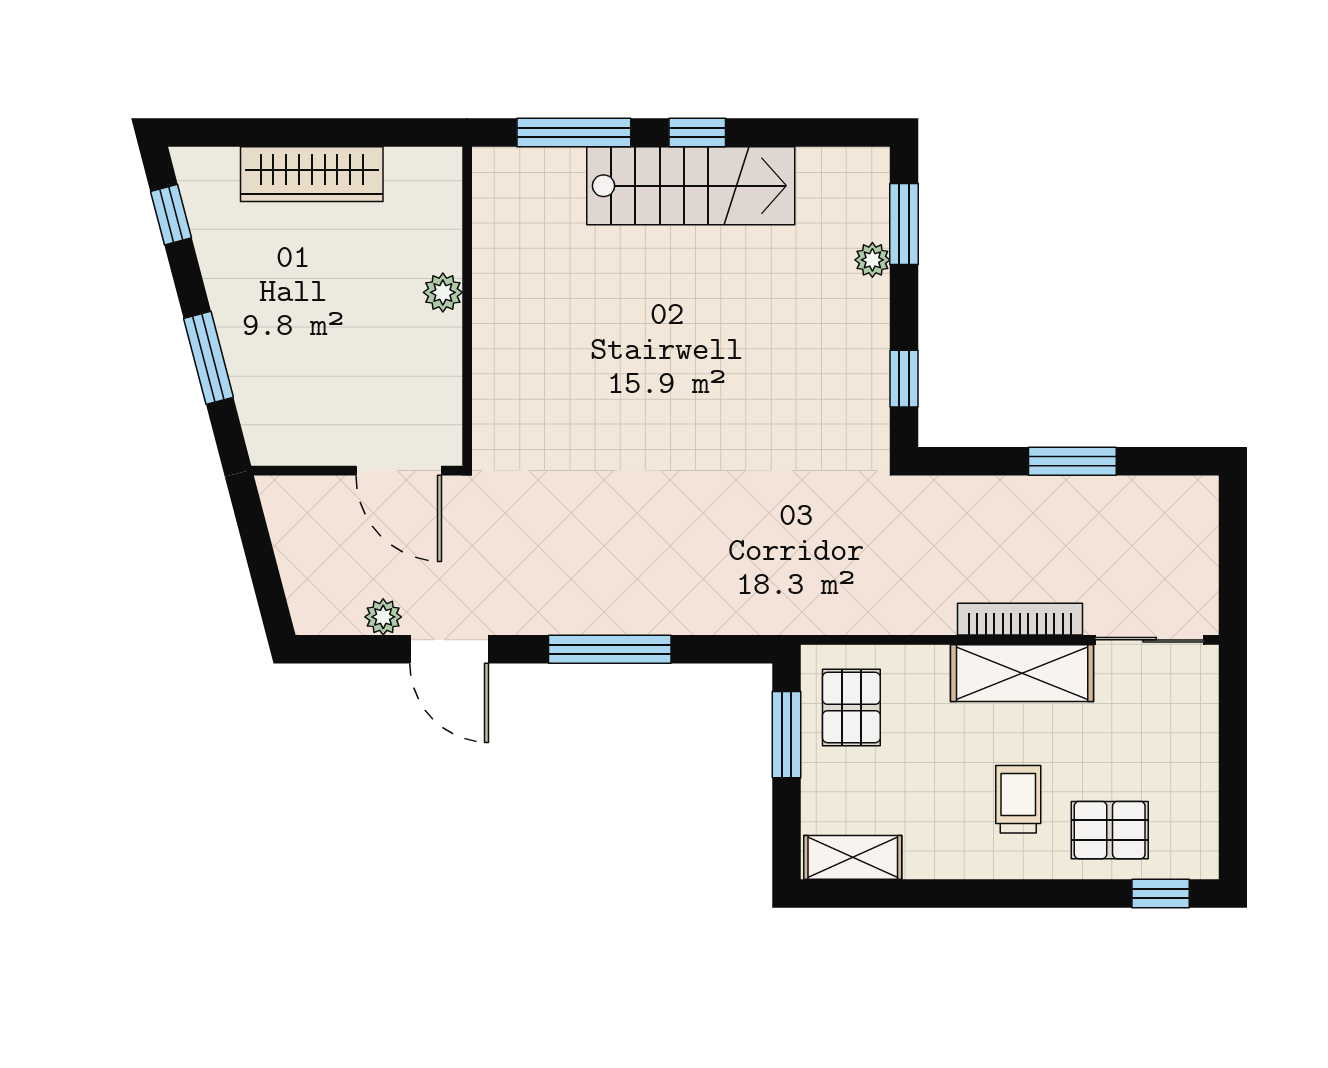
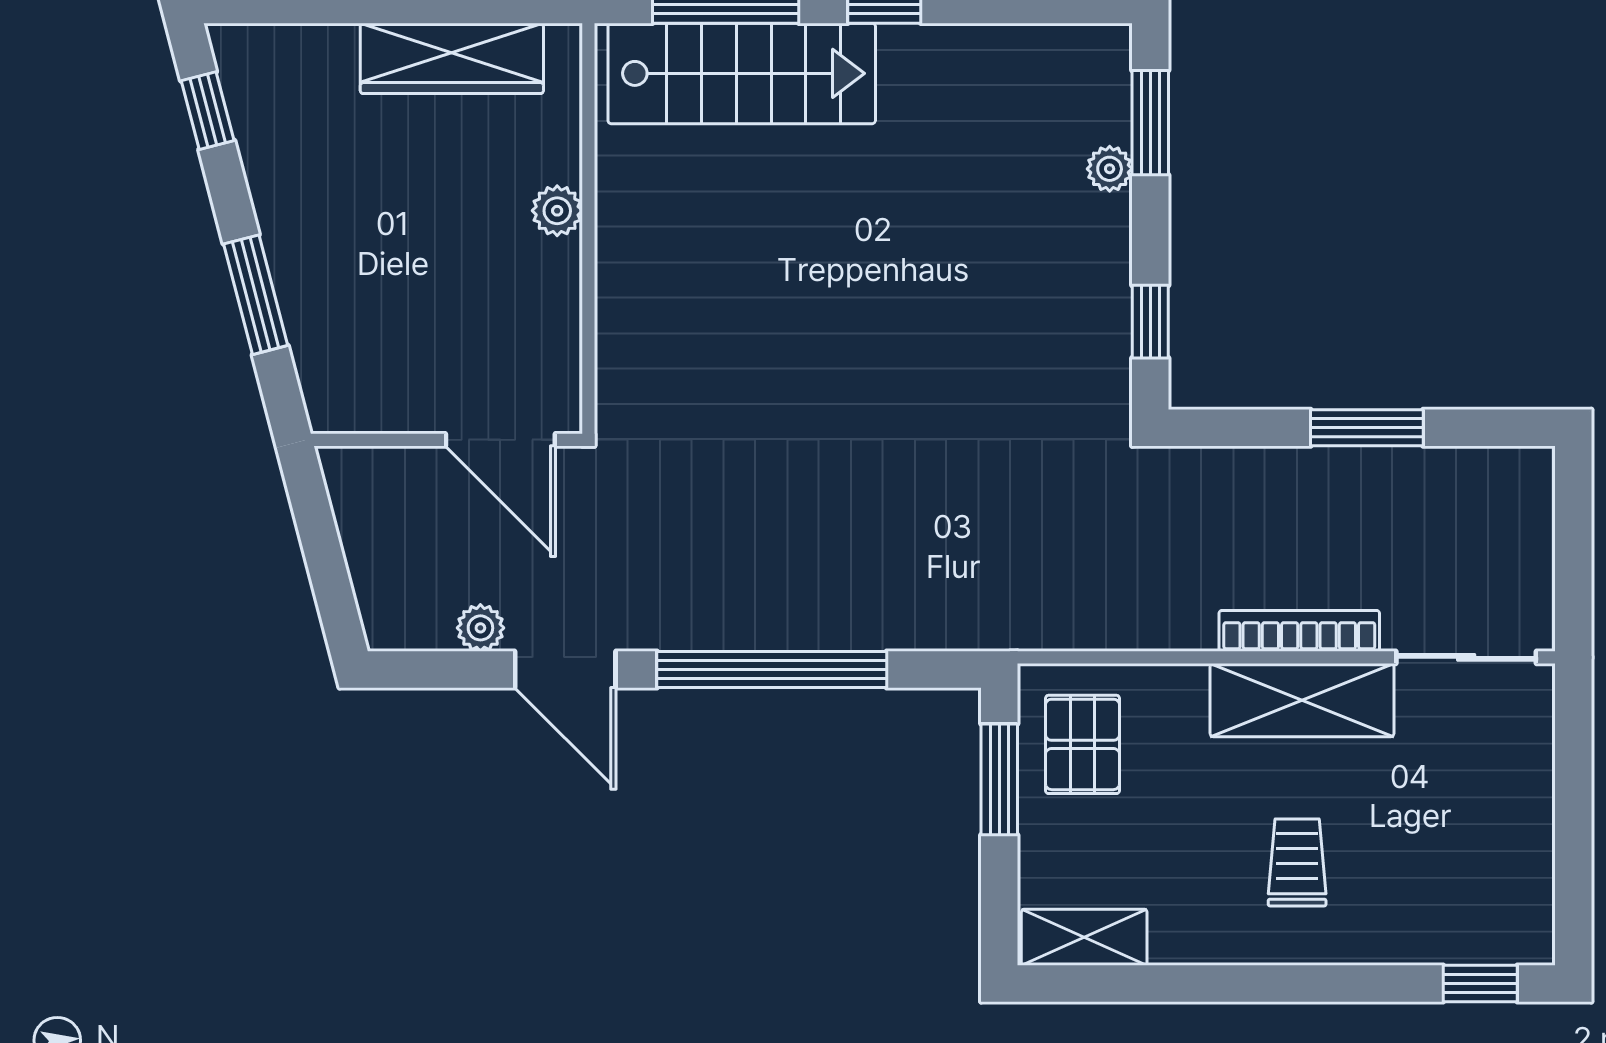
wardrobe: (312, 174) -> (452, 58), moved
stairs: (691, 186) -> (742, 73), moved
window: (610, 649) -> (772, 669), width x1.46
pallet: (1110, 830) -> (1415, 902), removed

